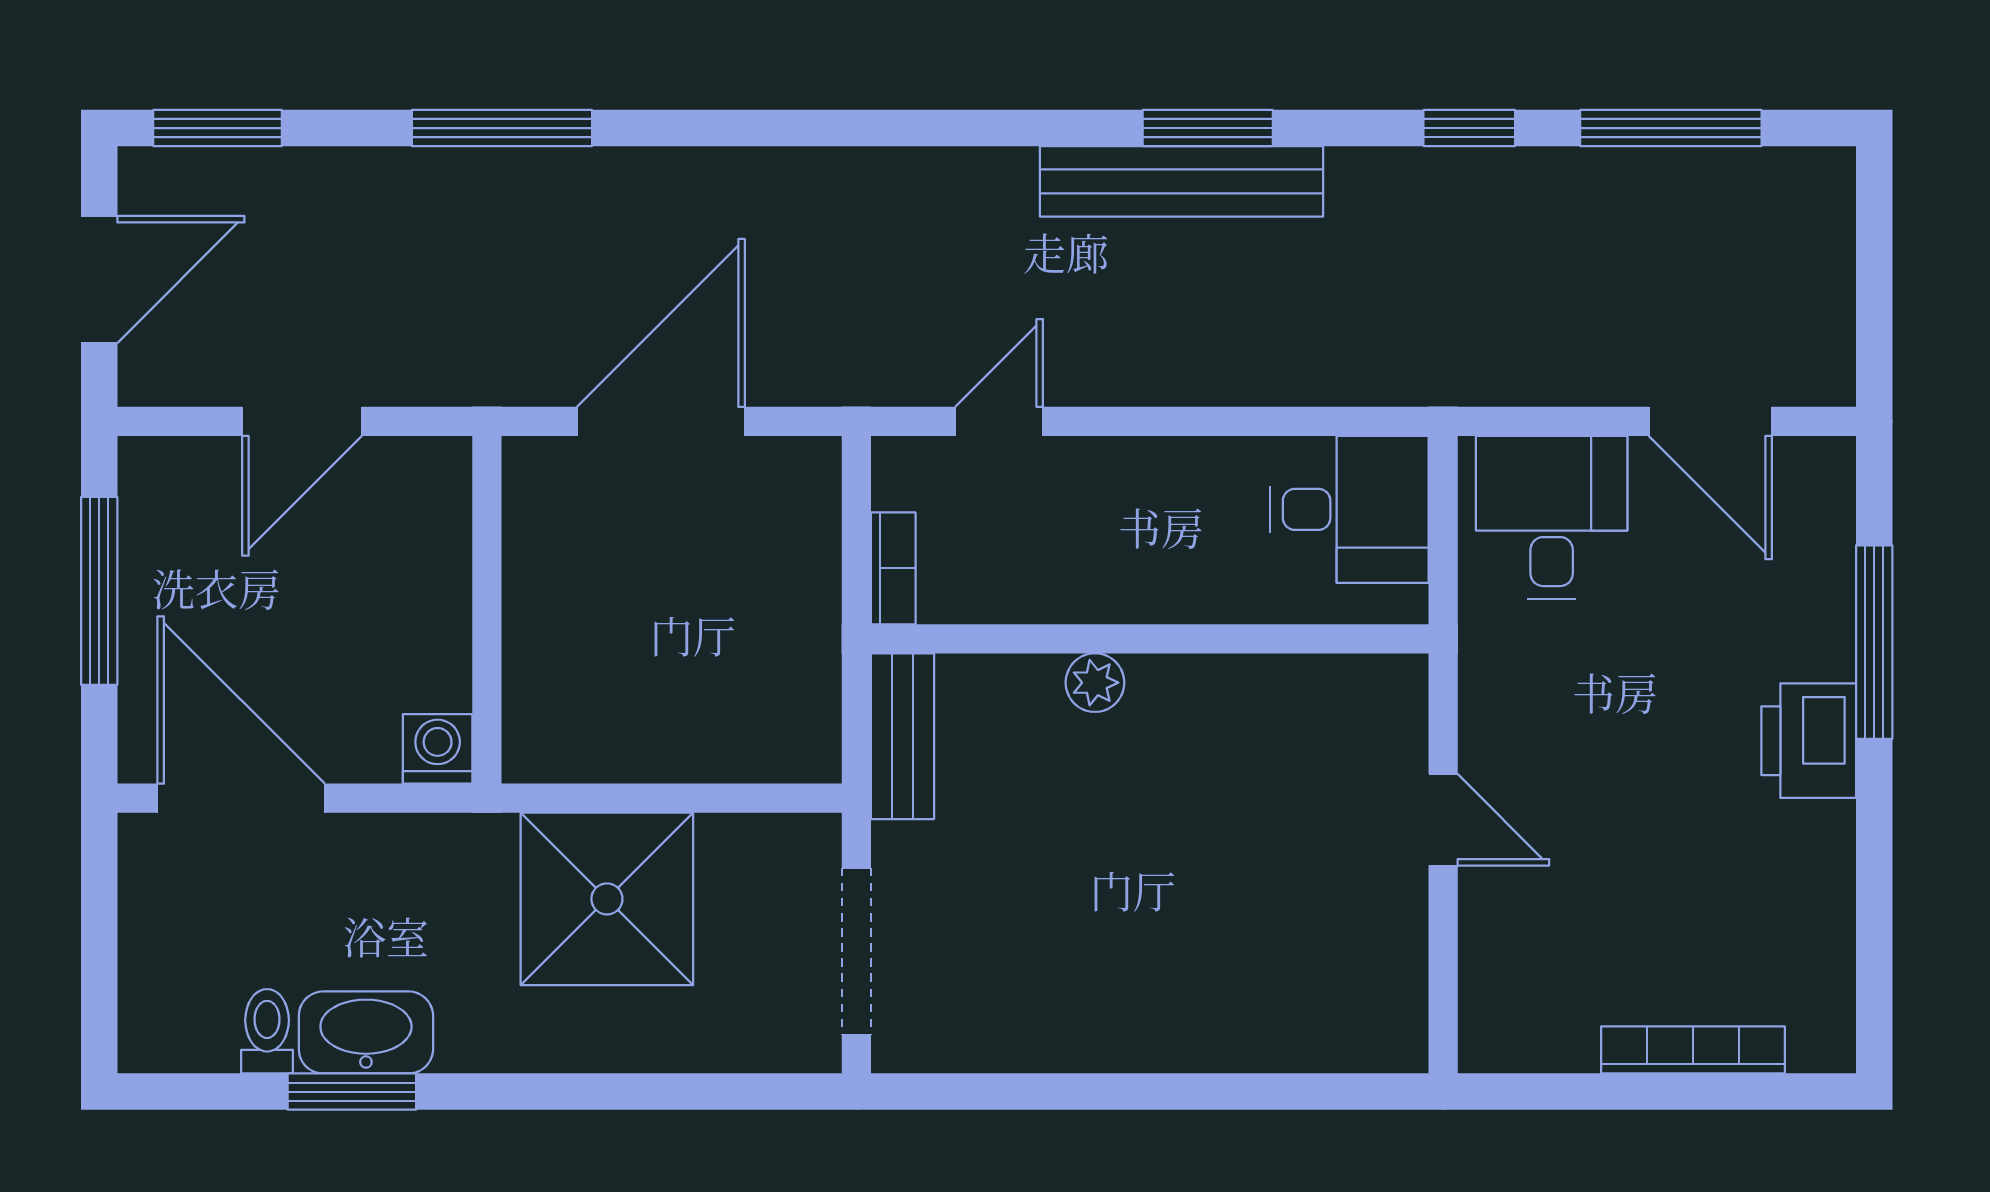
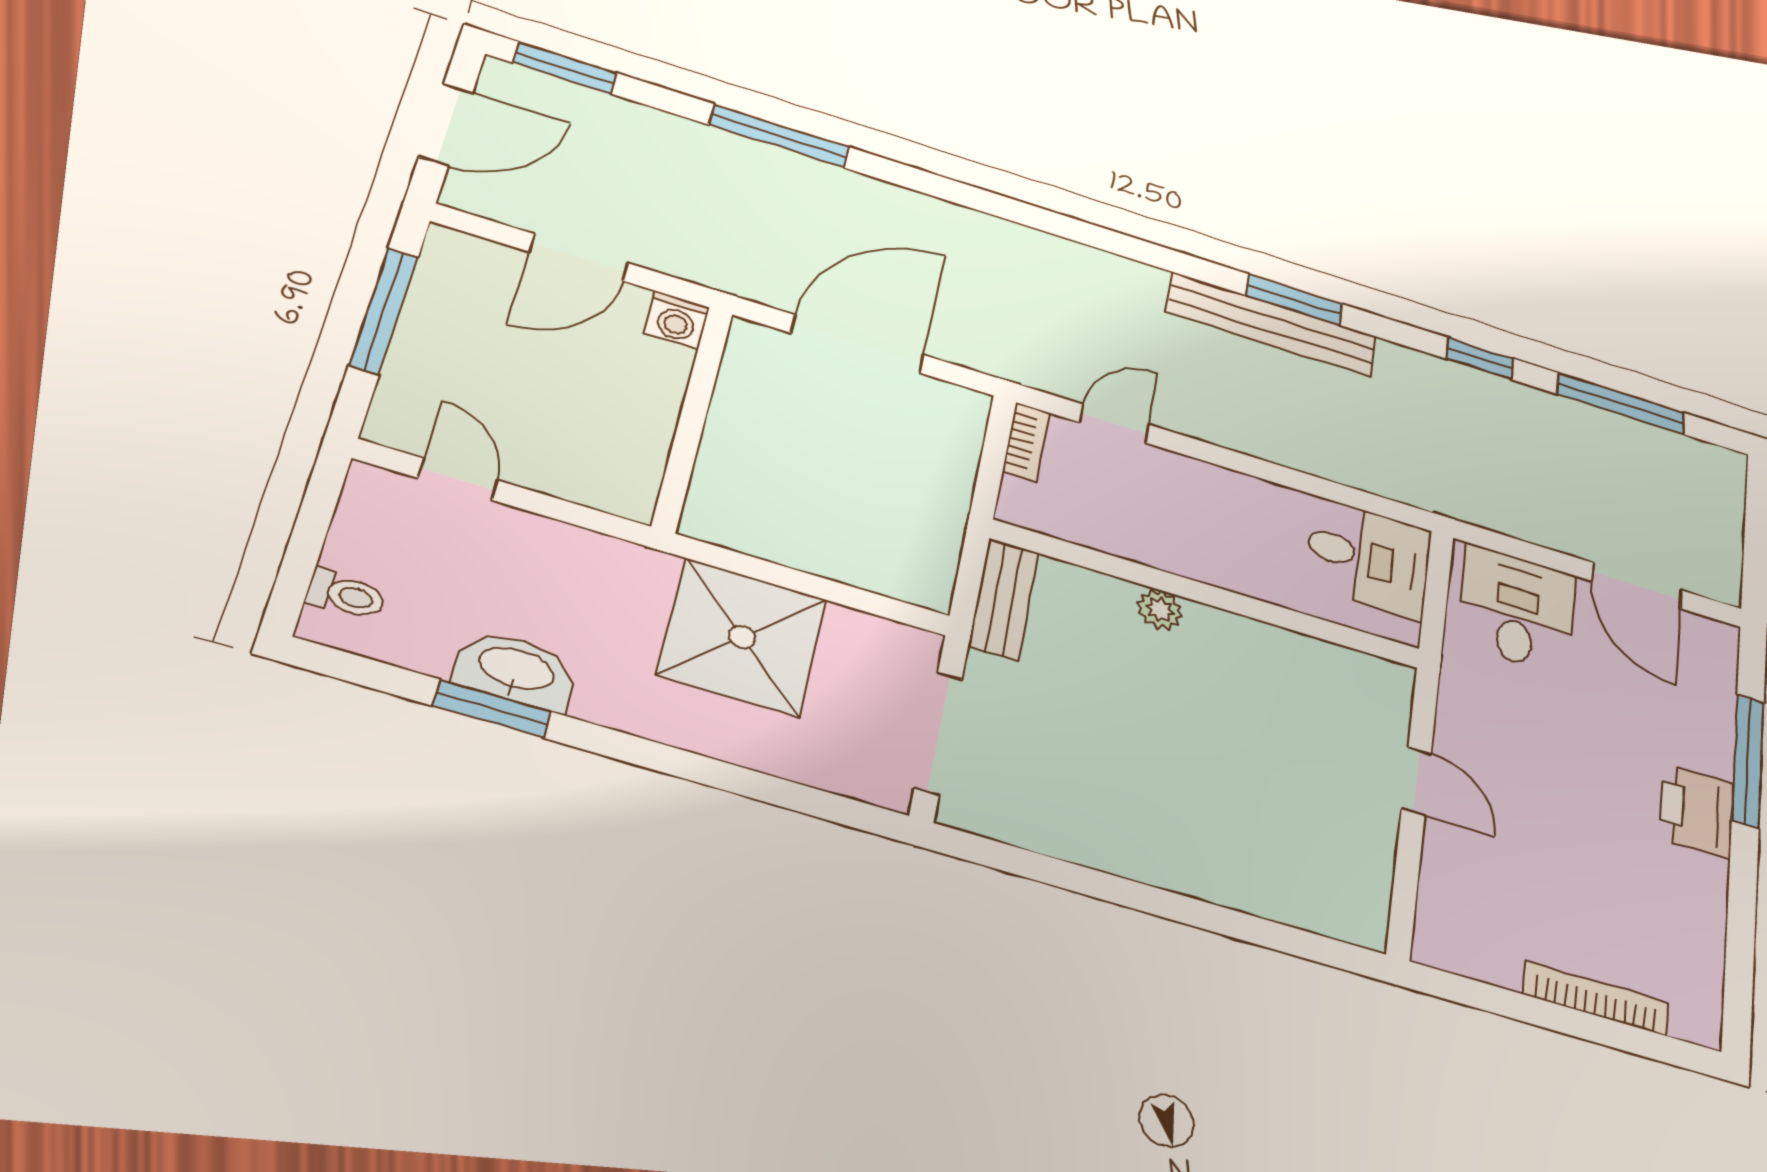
bookcase: (893, 568) -> (1026, 442), moved
washing machine: (438, 749) -> (677, 320), moved, turned 180
door: (241, 798) -> (458, 479), width x0.53
toilet: (267, 1031) -> (346, 595), moved, turned 90

